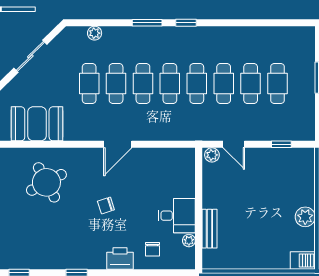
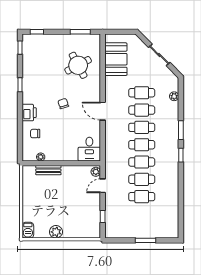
cafe table: (278, 84) -> (142, 214), removed
desk: (177, 216) -> (89, 149), moved

